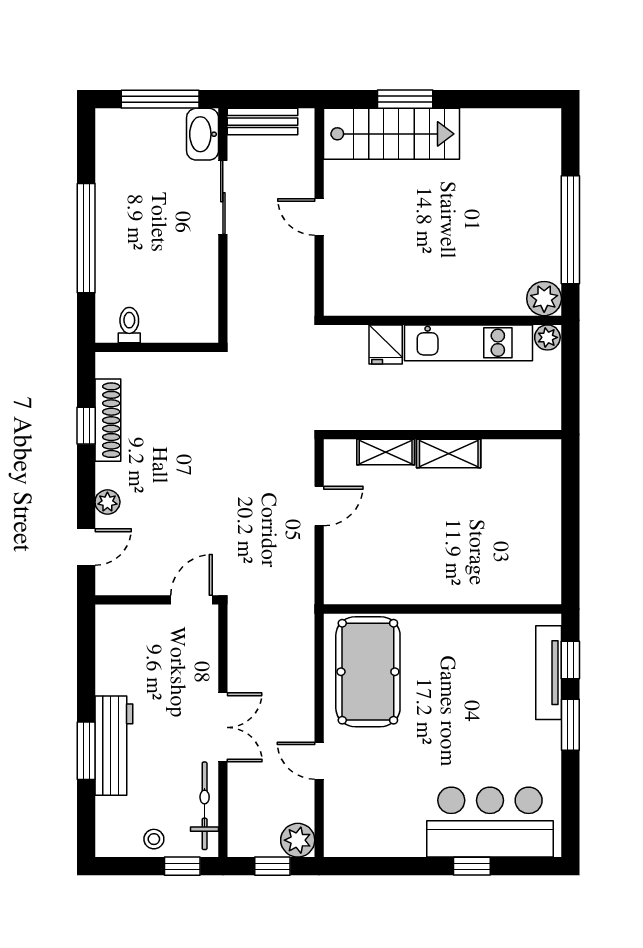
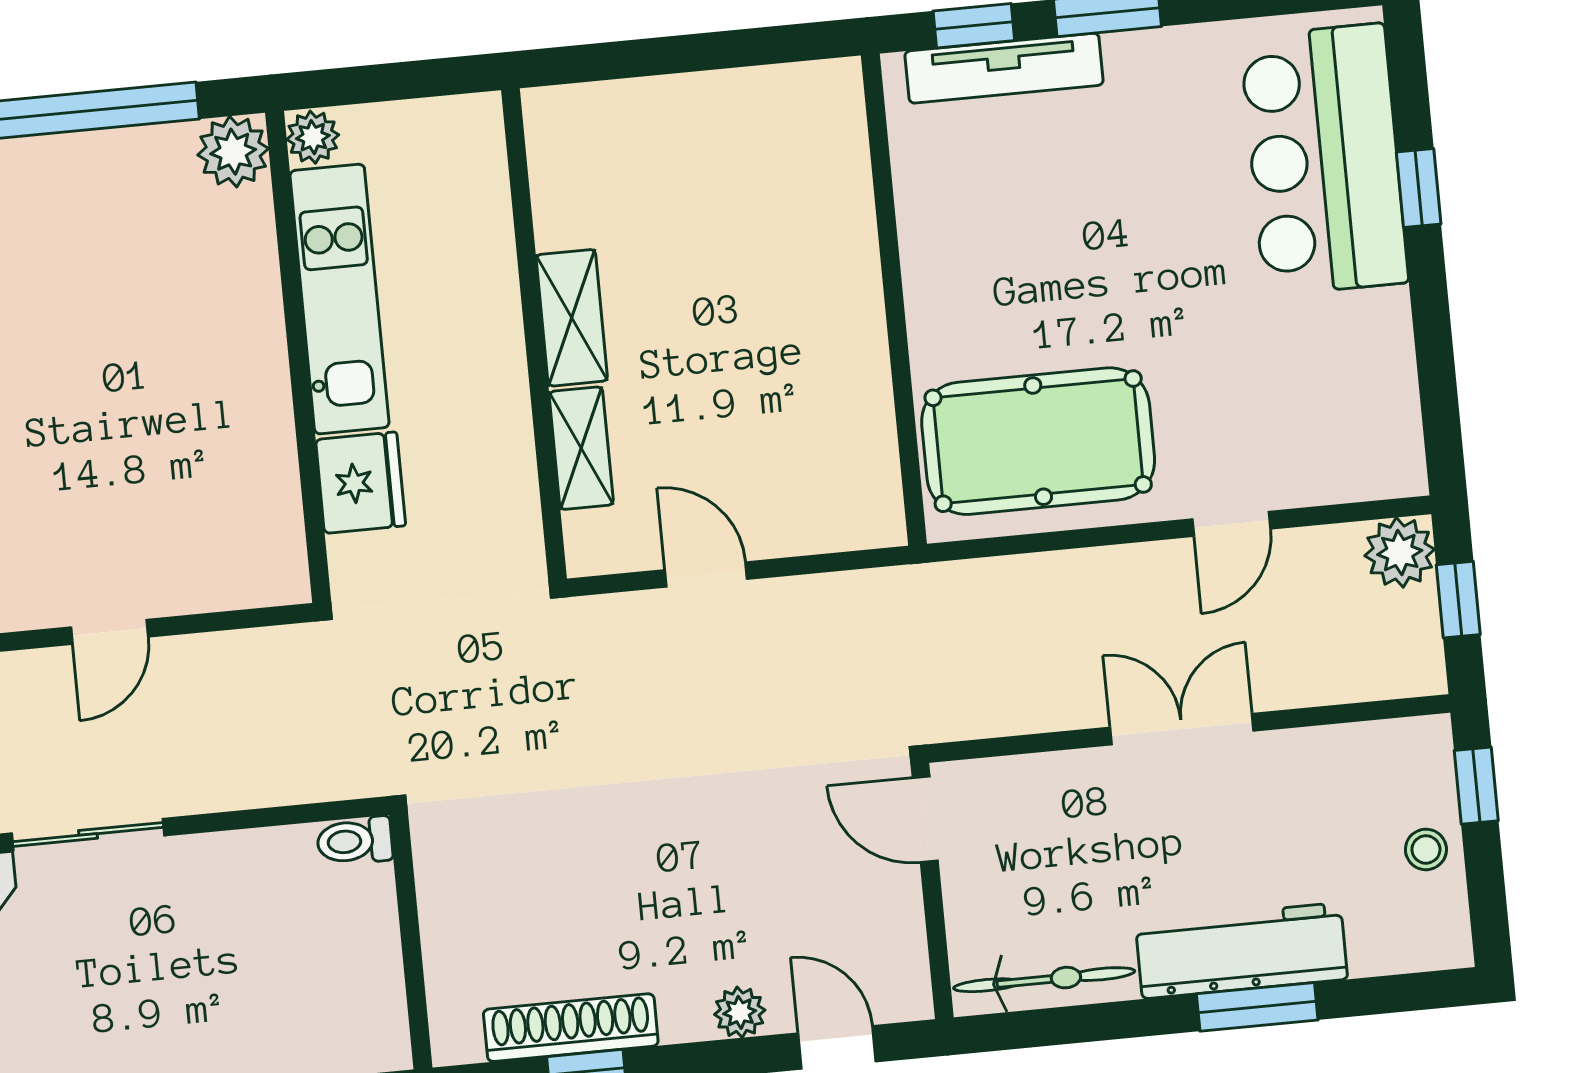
toilet: (129, 325) -> (355, 841), moved
fridge: (386, 344) -> (361, 483), width x1.38
bicycle: (205, 806) -> (1044, 980), moved, turned 180

